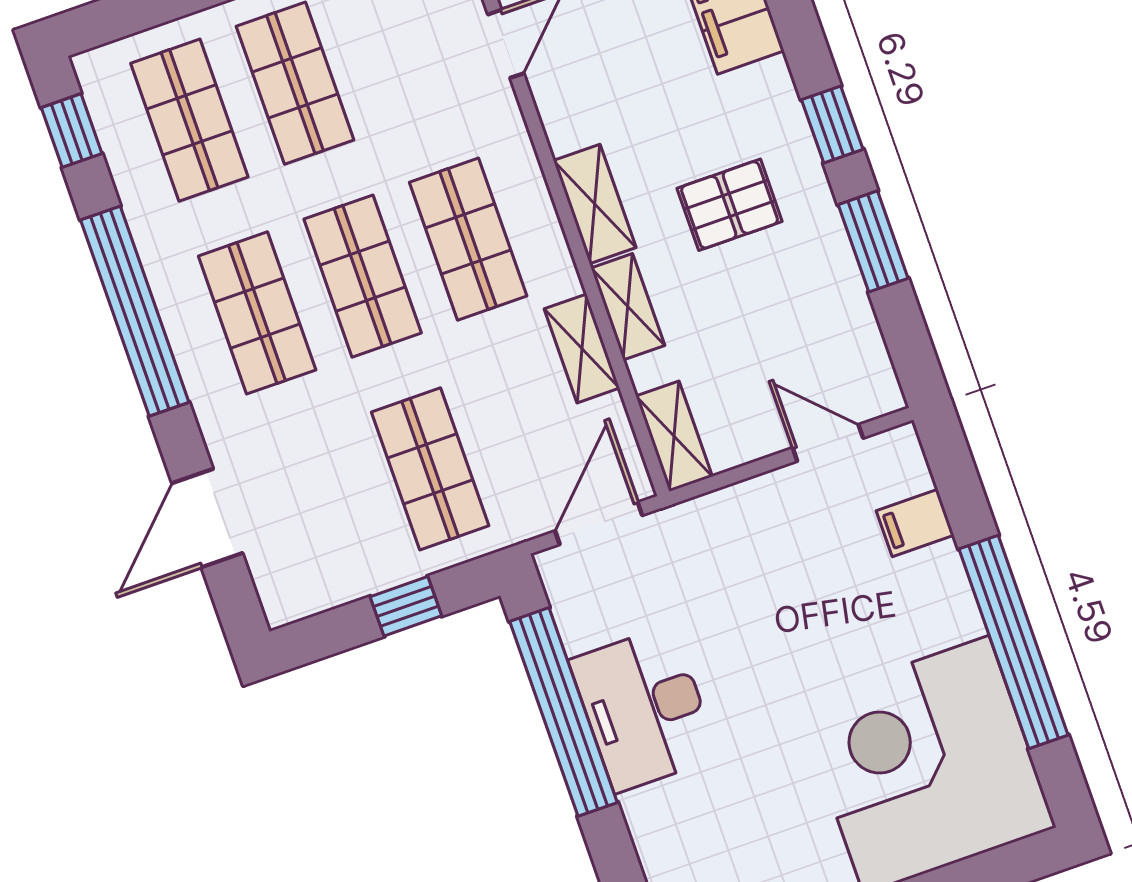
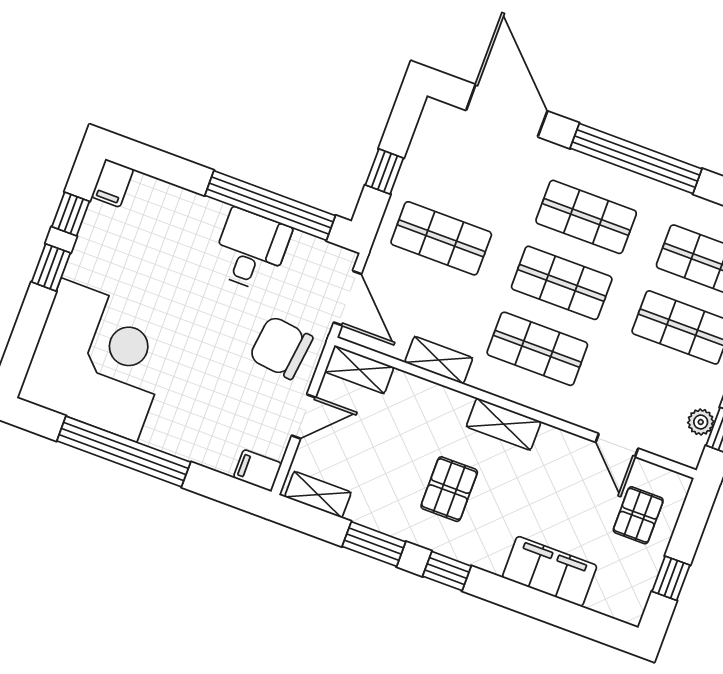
shelving: (628, 307) -> (318, 495), moved
door: (828, 443) -> (304, 416), moved
door: (207, 518) -> (507, 111), width x1.36
filing cabinet: (915, 523) -> (258, 471), moved, turned -90
chair: (727, 555) -> (281, 348), added
desk: (644, 709) -> (251, 250), width x0.73

